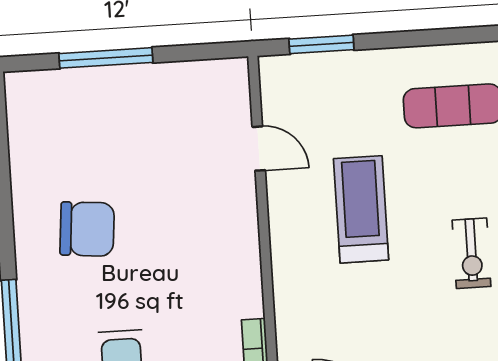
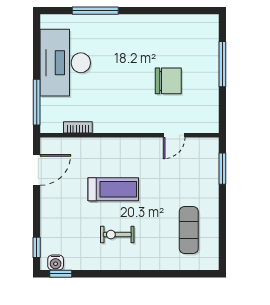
treadmill: (361, 209) -> (113, 189), moved
chair: (87, 229) -> (168, 81), moved, turned -95

